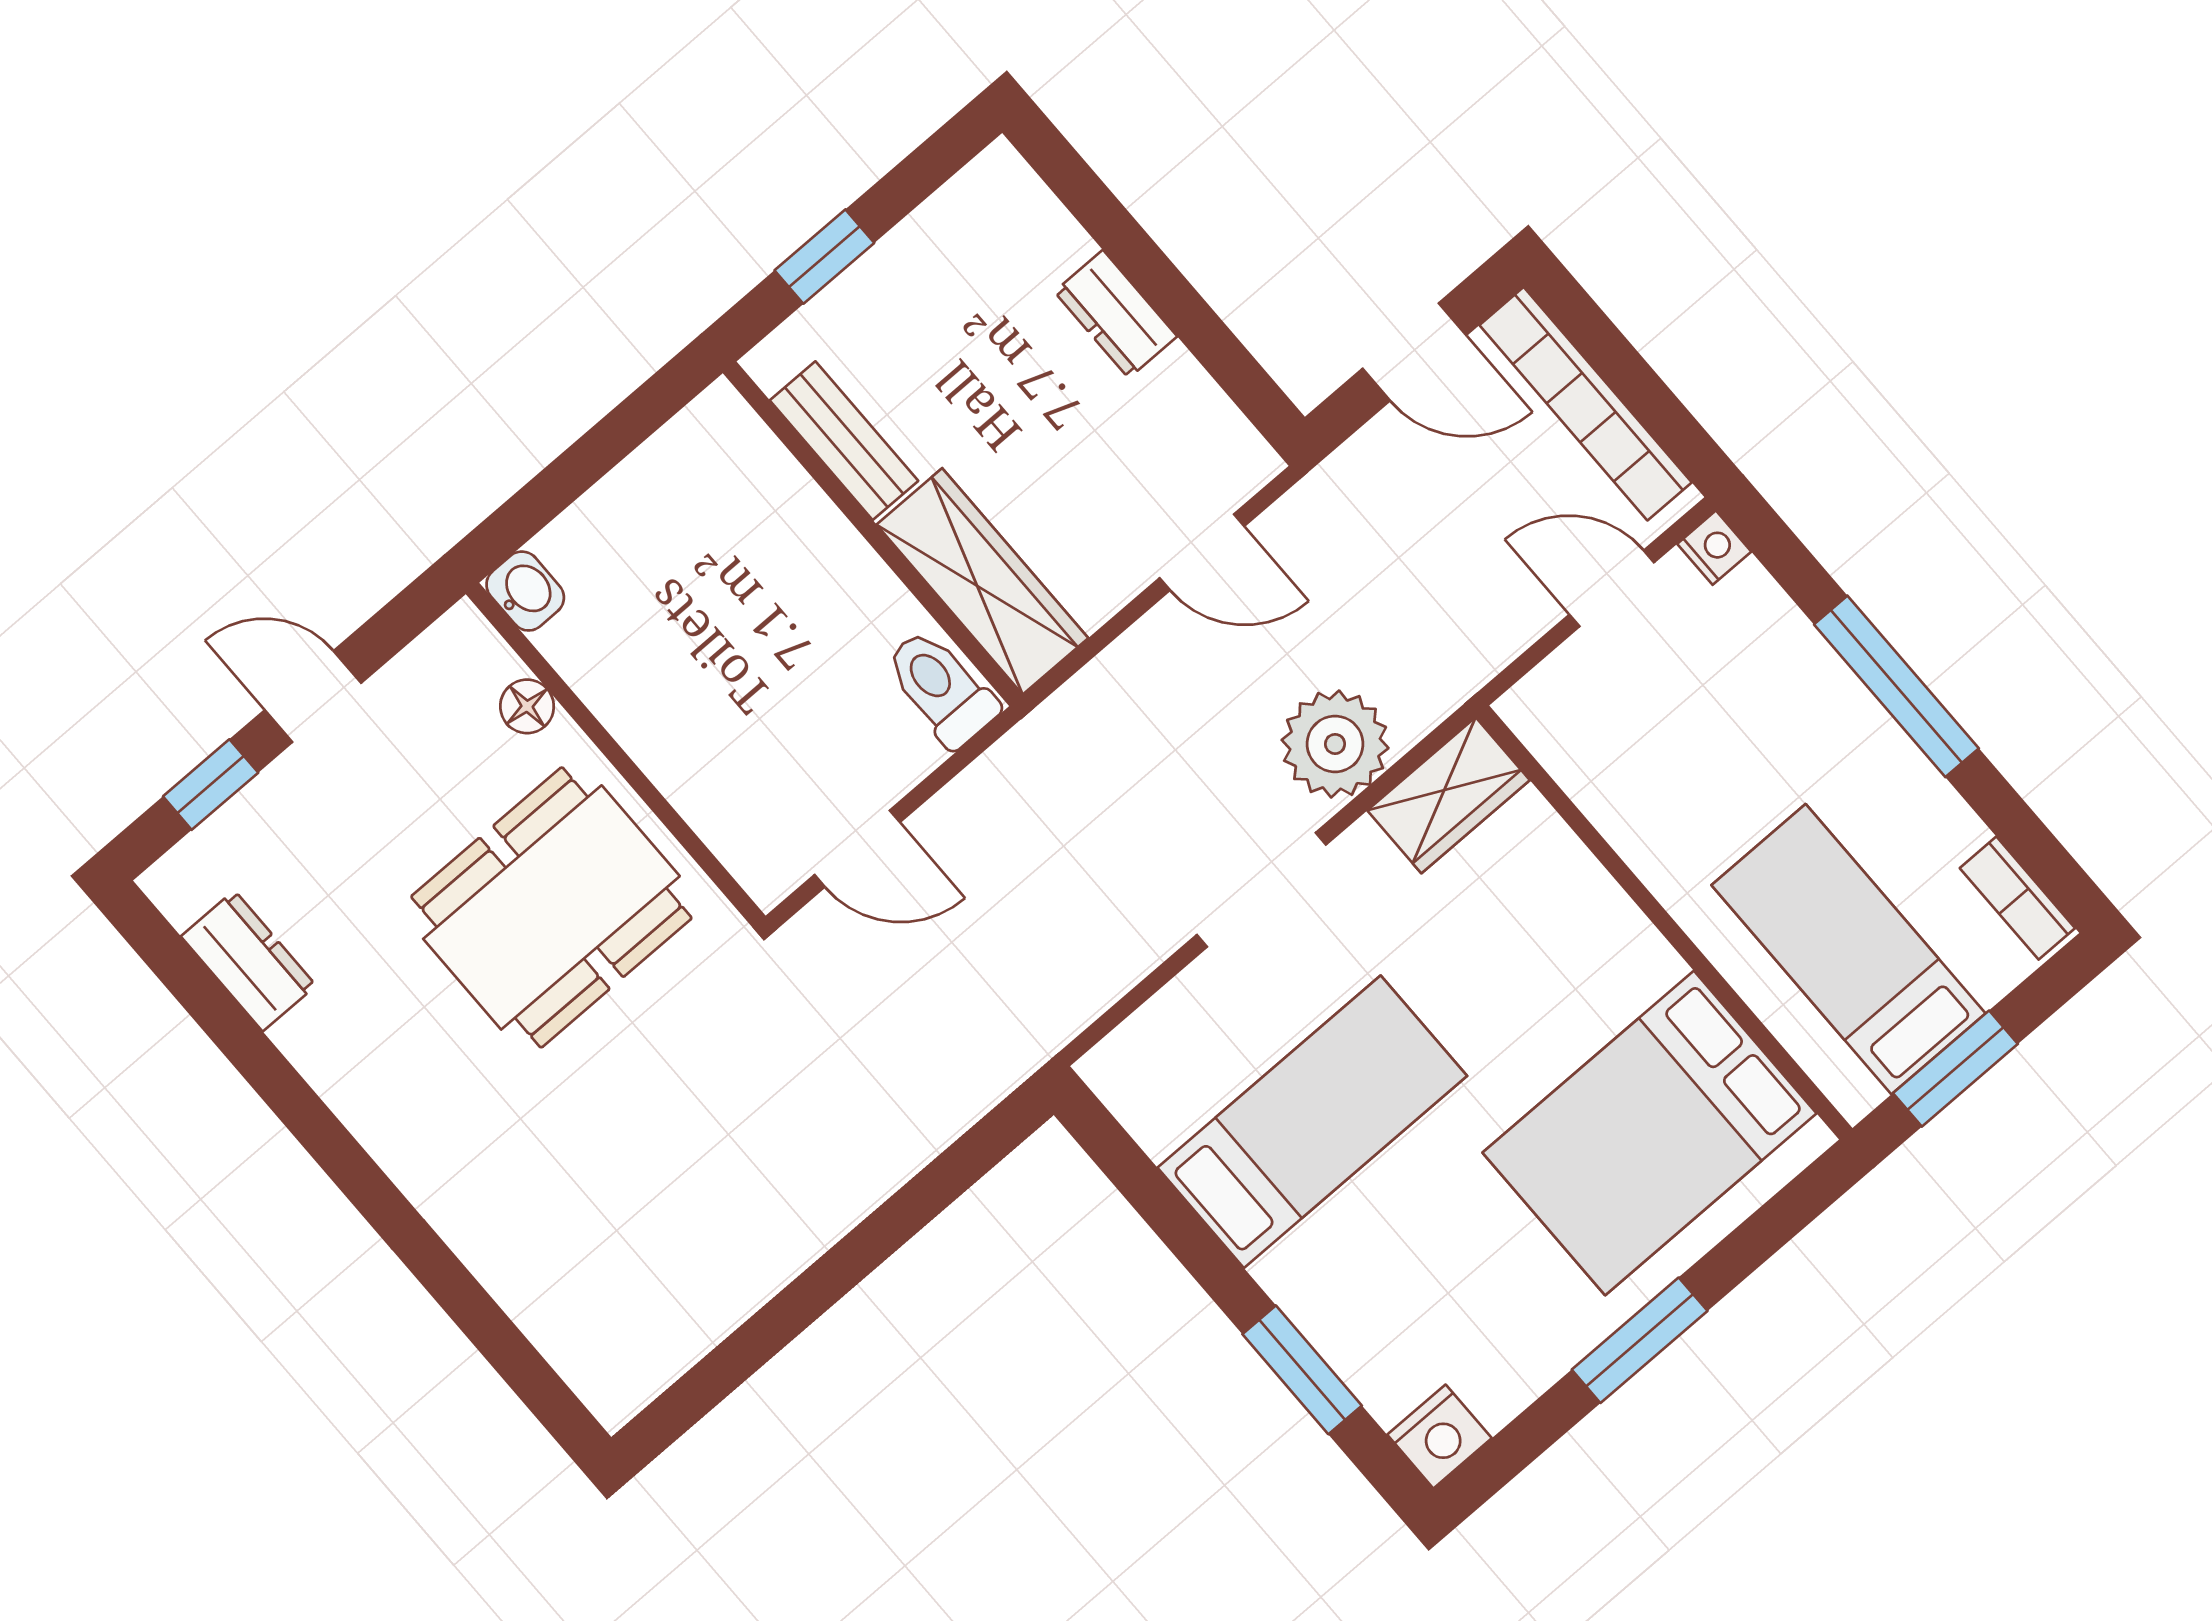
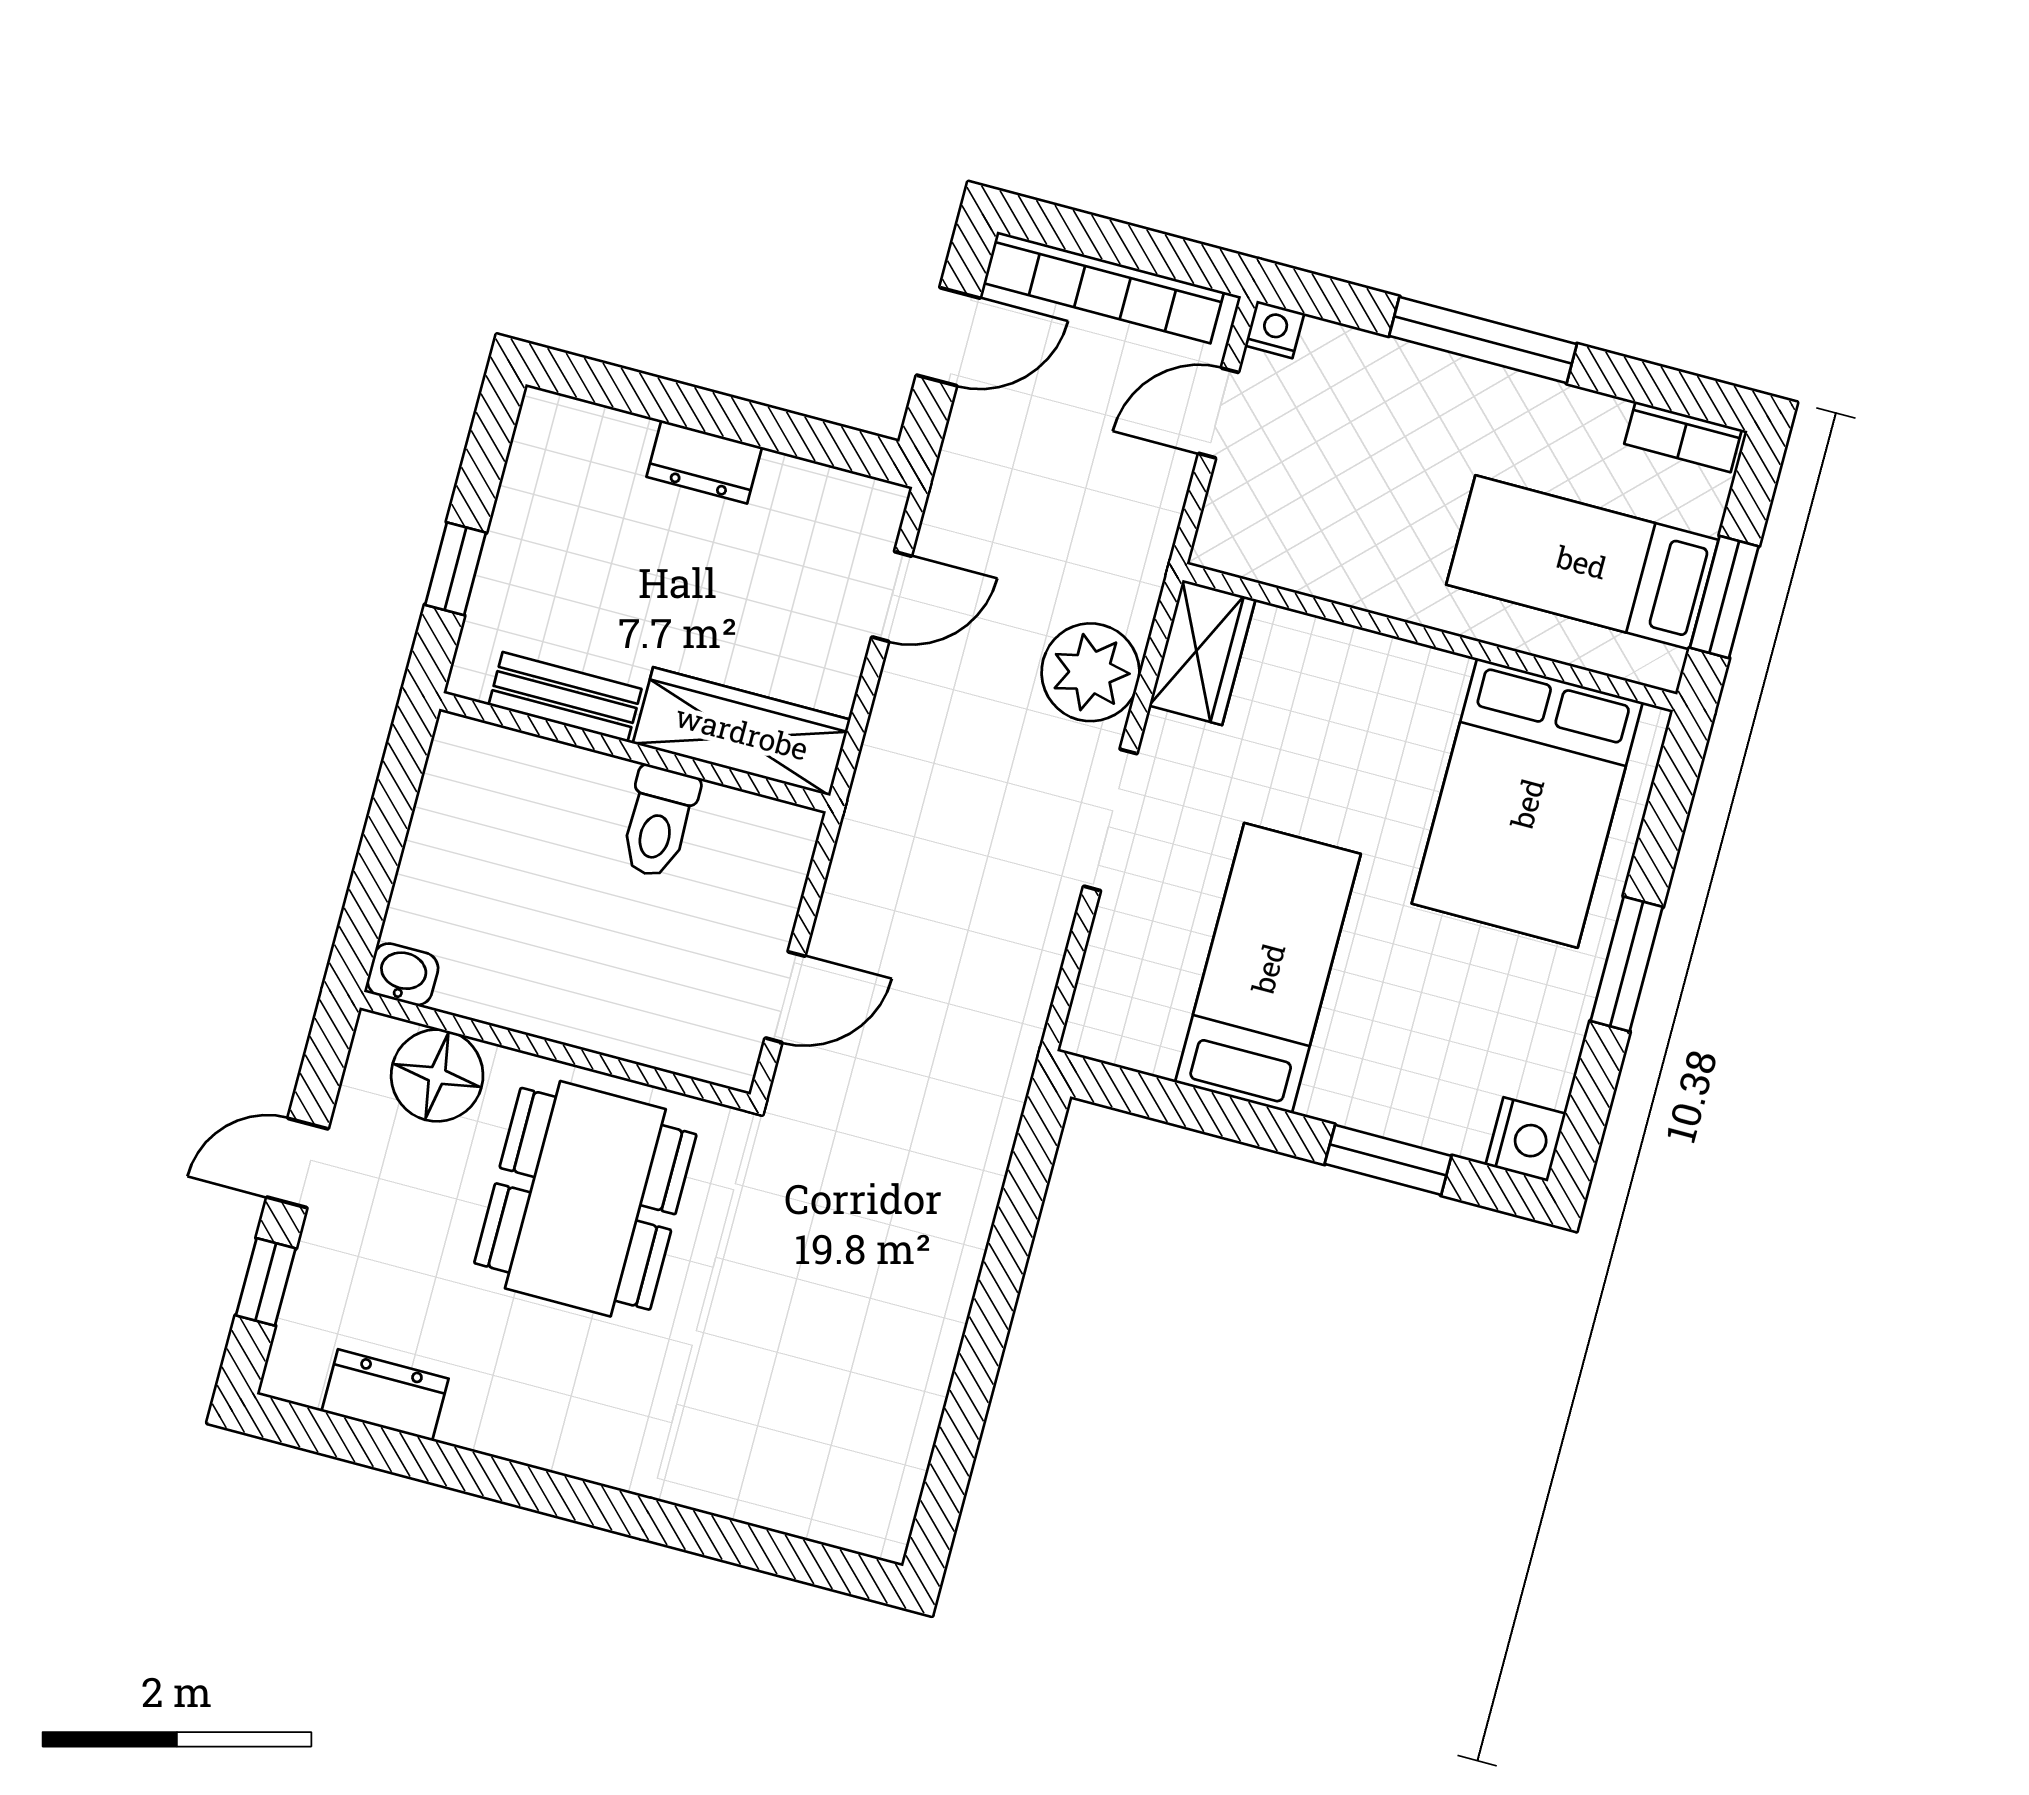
toilet: (941, 688) -> (659, 822), moved, turned -90
floor lamp: (527, 706) -> (437, 1075), width x1.89, depth x1.89

